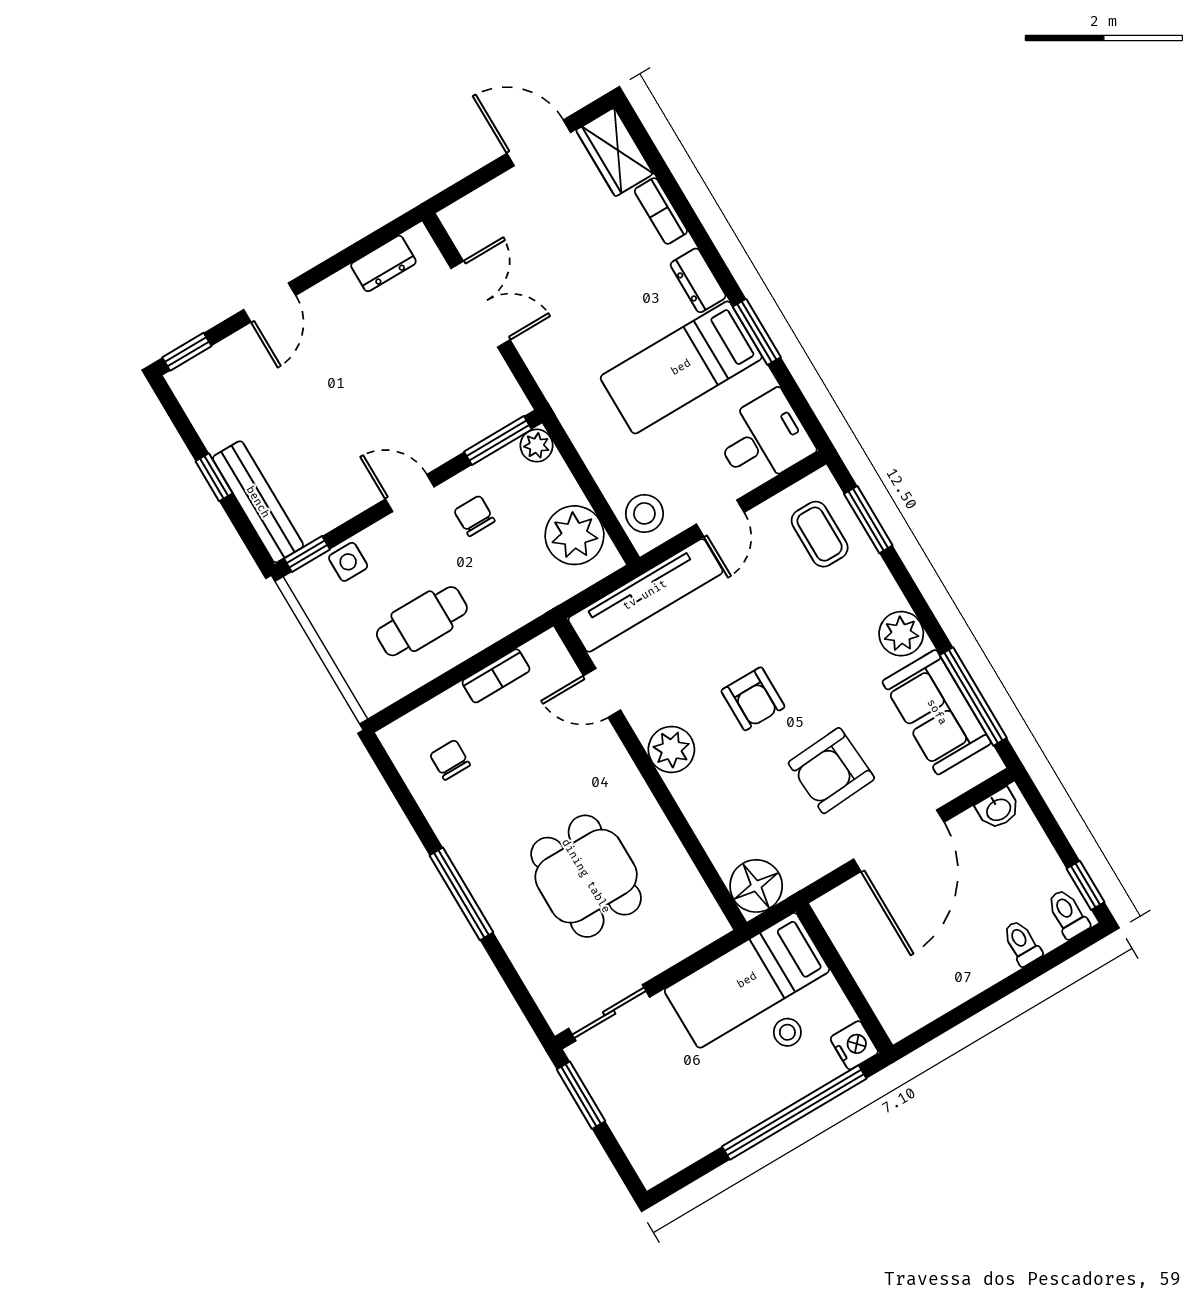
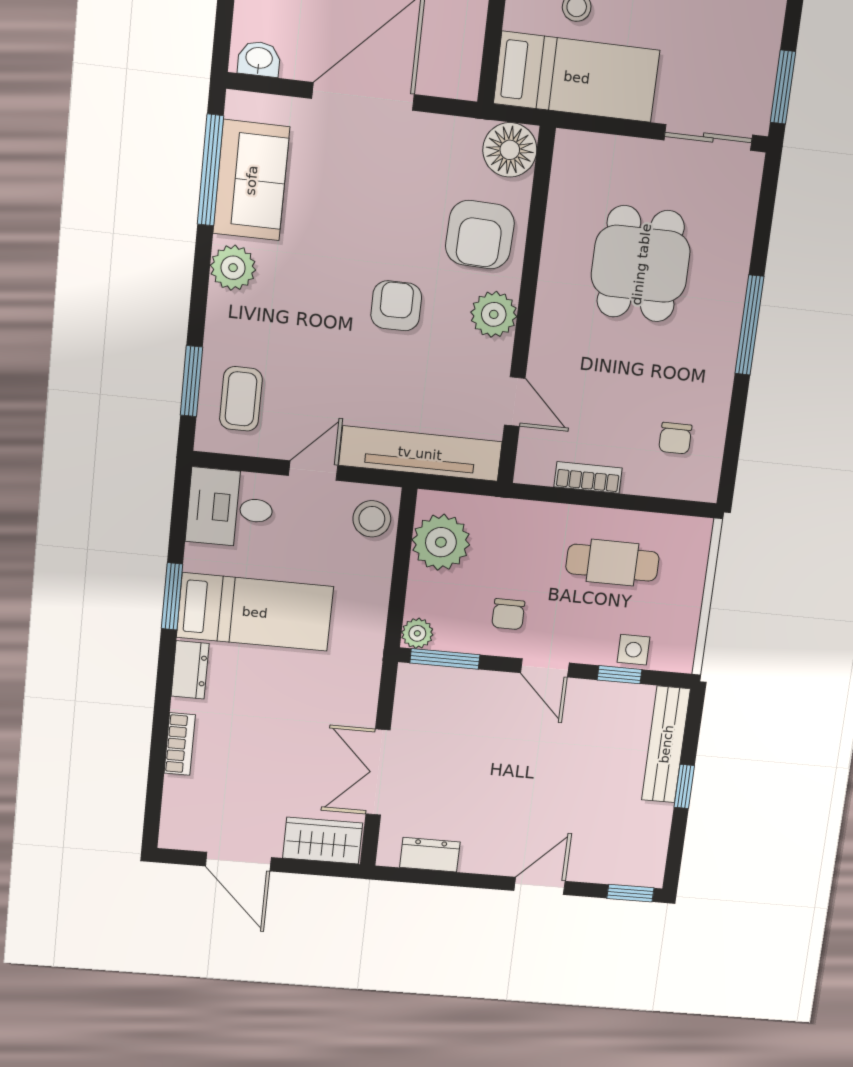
wardrobe: (615, 152) -> (323, 841), moved, turned -90
window: (307, 554) -> (620, 675), moved
armchair: (831, 771) -> (480, 235), moved, turned 96

